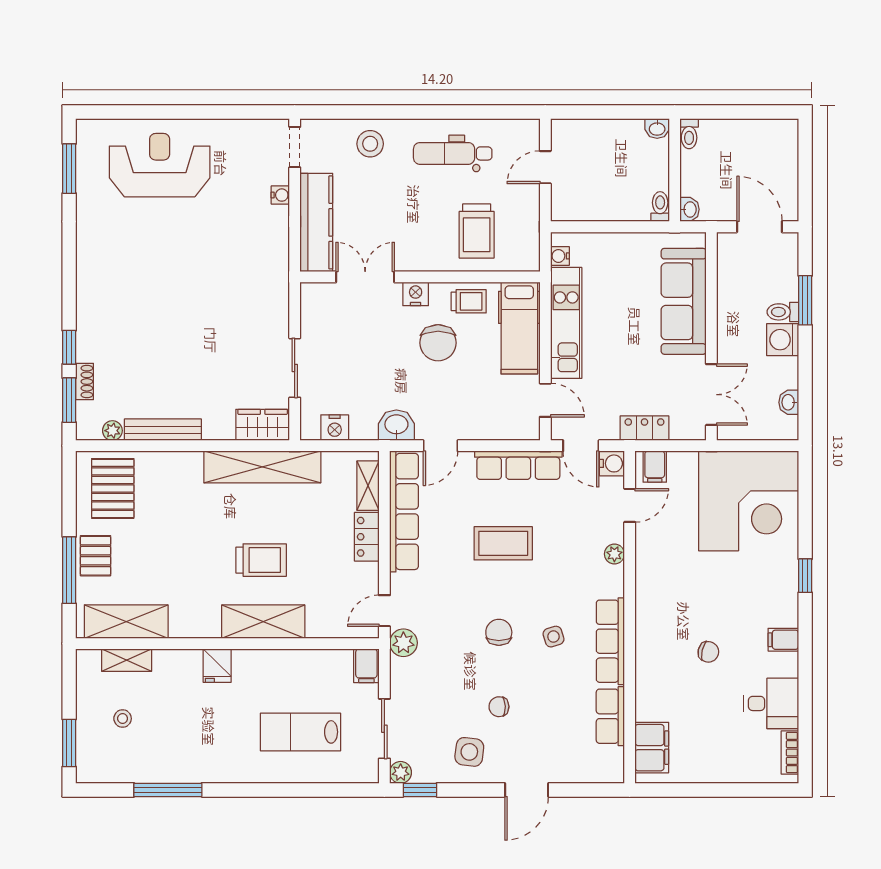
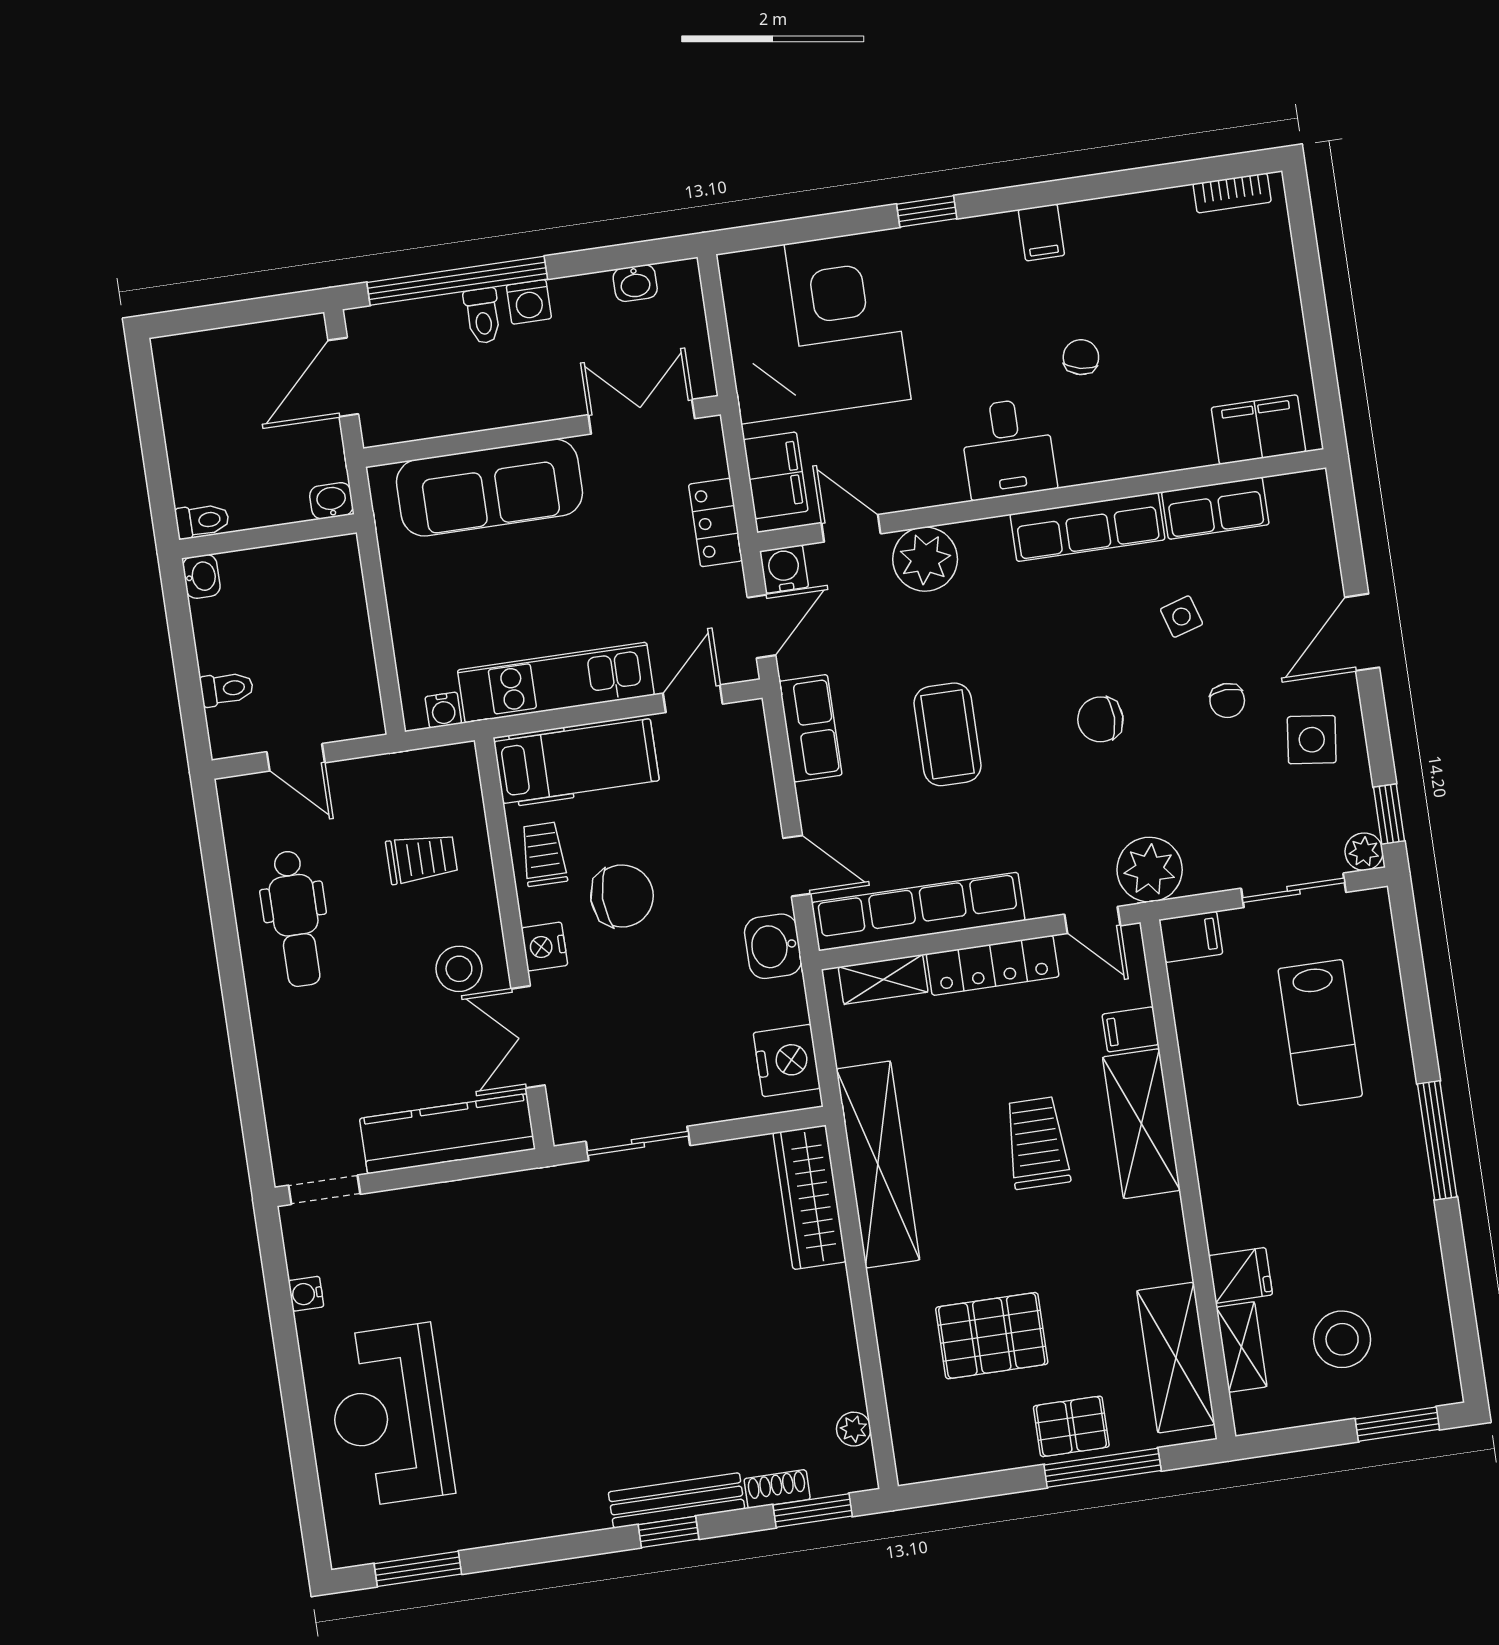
stool: (370, 144) -> (459, 969), moved
water cooler: (280, 195) -> (306, 1294), moved, turned -90
toilet: (660, 207) -> (227, 689), moved, turned 180
trolley: (477, 231) -> (422, 858), width x0.73, depth x0.72
window: (805, 300) -> (457, 281), width x2.11
washing machine: (783, 340) -> (529, 302), width x0.73, depth x0.73
window: (69, 347) -> (669, 1532), moved
sliding door: (295, 368) -> (638, 1143), moved
wardrobe: (263, 425) -> (810, 1197), width x1.50
nightstand: (335, 428) -> (787, 1060), width x1.36, depth x1.33
bench: (163, 430) -> (676, 1500), moved, turned 90
row of seats: (518, 465) -> (810, 728), width x0.68
filing cabinet: (655, 467) -> (776, 475), width x2.00
pallet: (113, 488) -> (992, 1336), moved
locker: (367, 537) -> (993, 965), width x1.53
plant: (614, 554) -> (925, 559), width x1.88, depth x1.88
filing cabinet: (318, 623) -> (1130, 1029), added
side table: (554, 637) -> (1182, 617), moved
plant: (403, 643) -> (1150, 870), width x1.36, depth x1.36
fridge: (217, 666) -> (1240, 1275), moved
desk: (771, 703) -> (1008, 448), moved, turned 180
stool: (123, 719) -> (1342, 1339), width x1.89, depth x1.89
window: (168, 790) -> (1437, 1140), moved
door: (527, 790) -> (1362, 632), swing flipped

